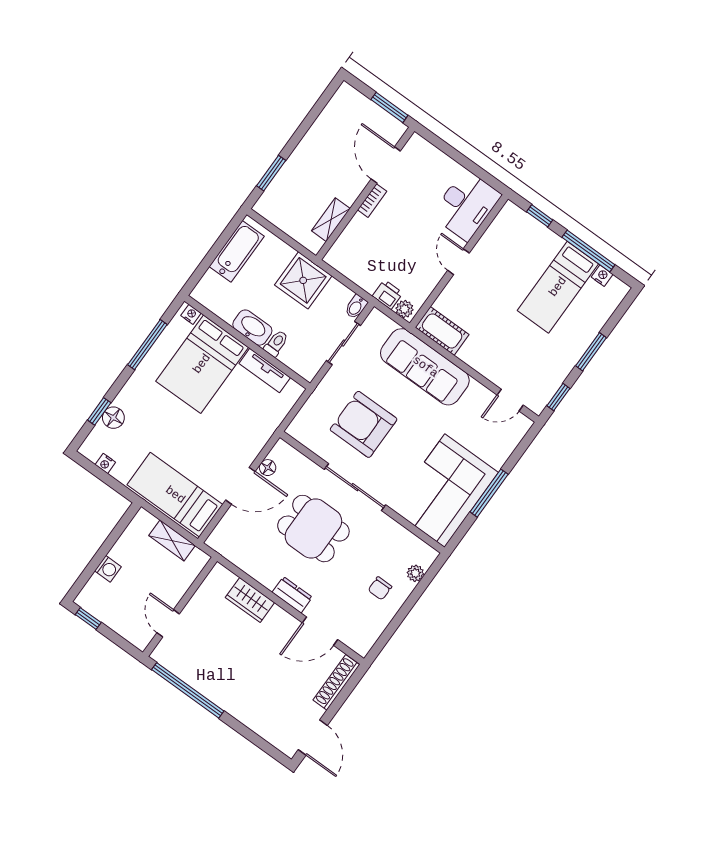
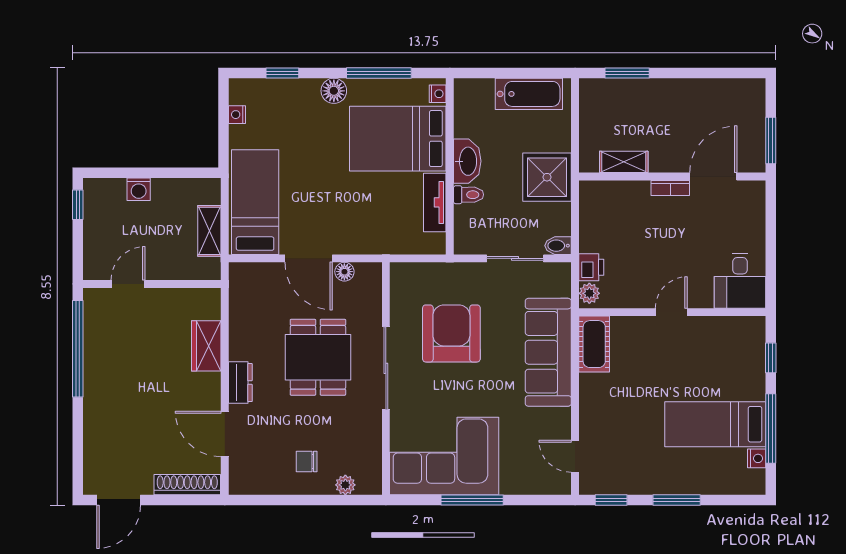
desk: (466, 205) -> (740, 281), width x0.73
floor lamp: (113, 418) -> (334, 91), moved

